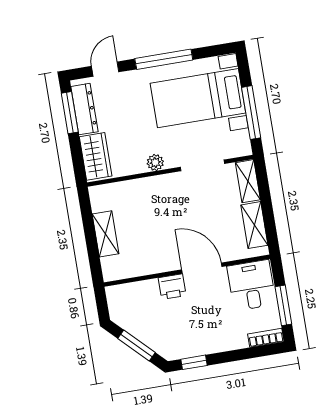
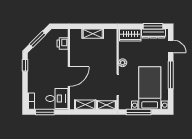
printer: (172, 287) -> (63, 43), moved

